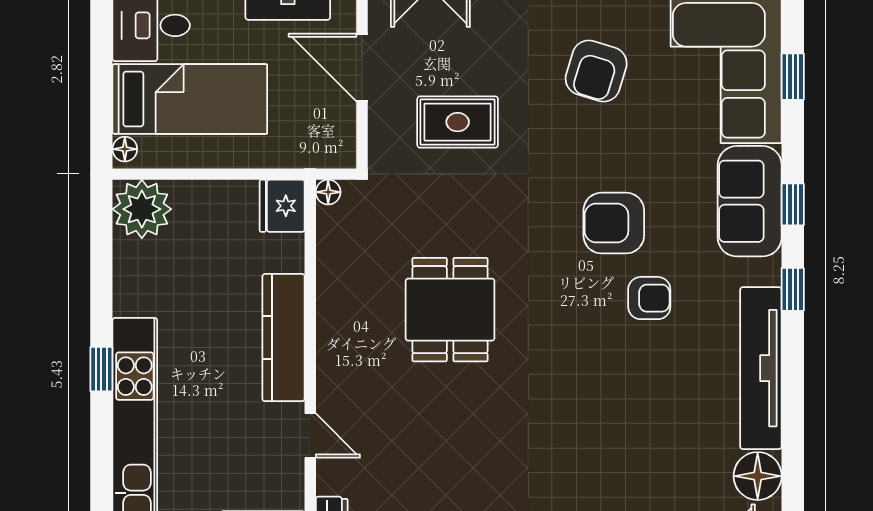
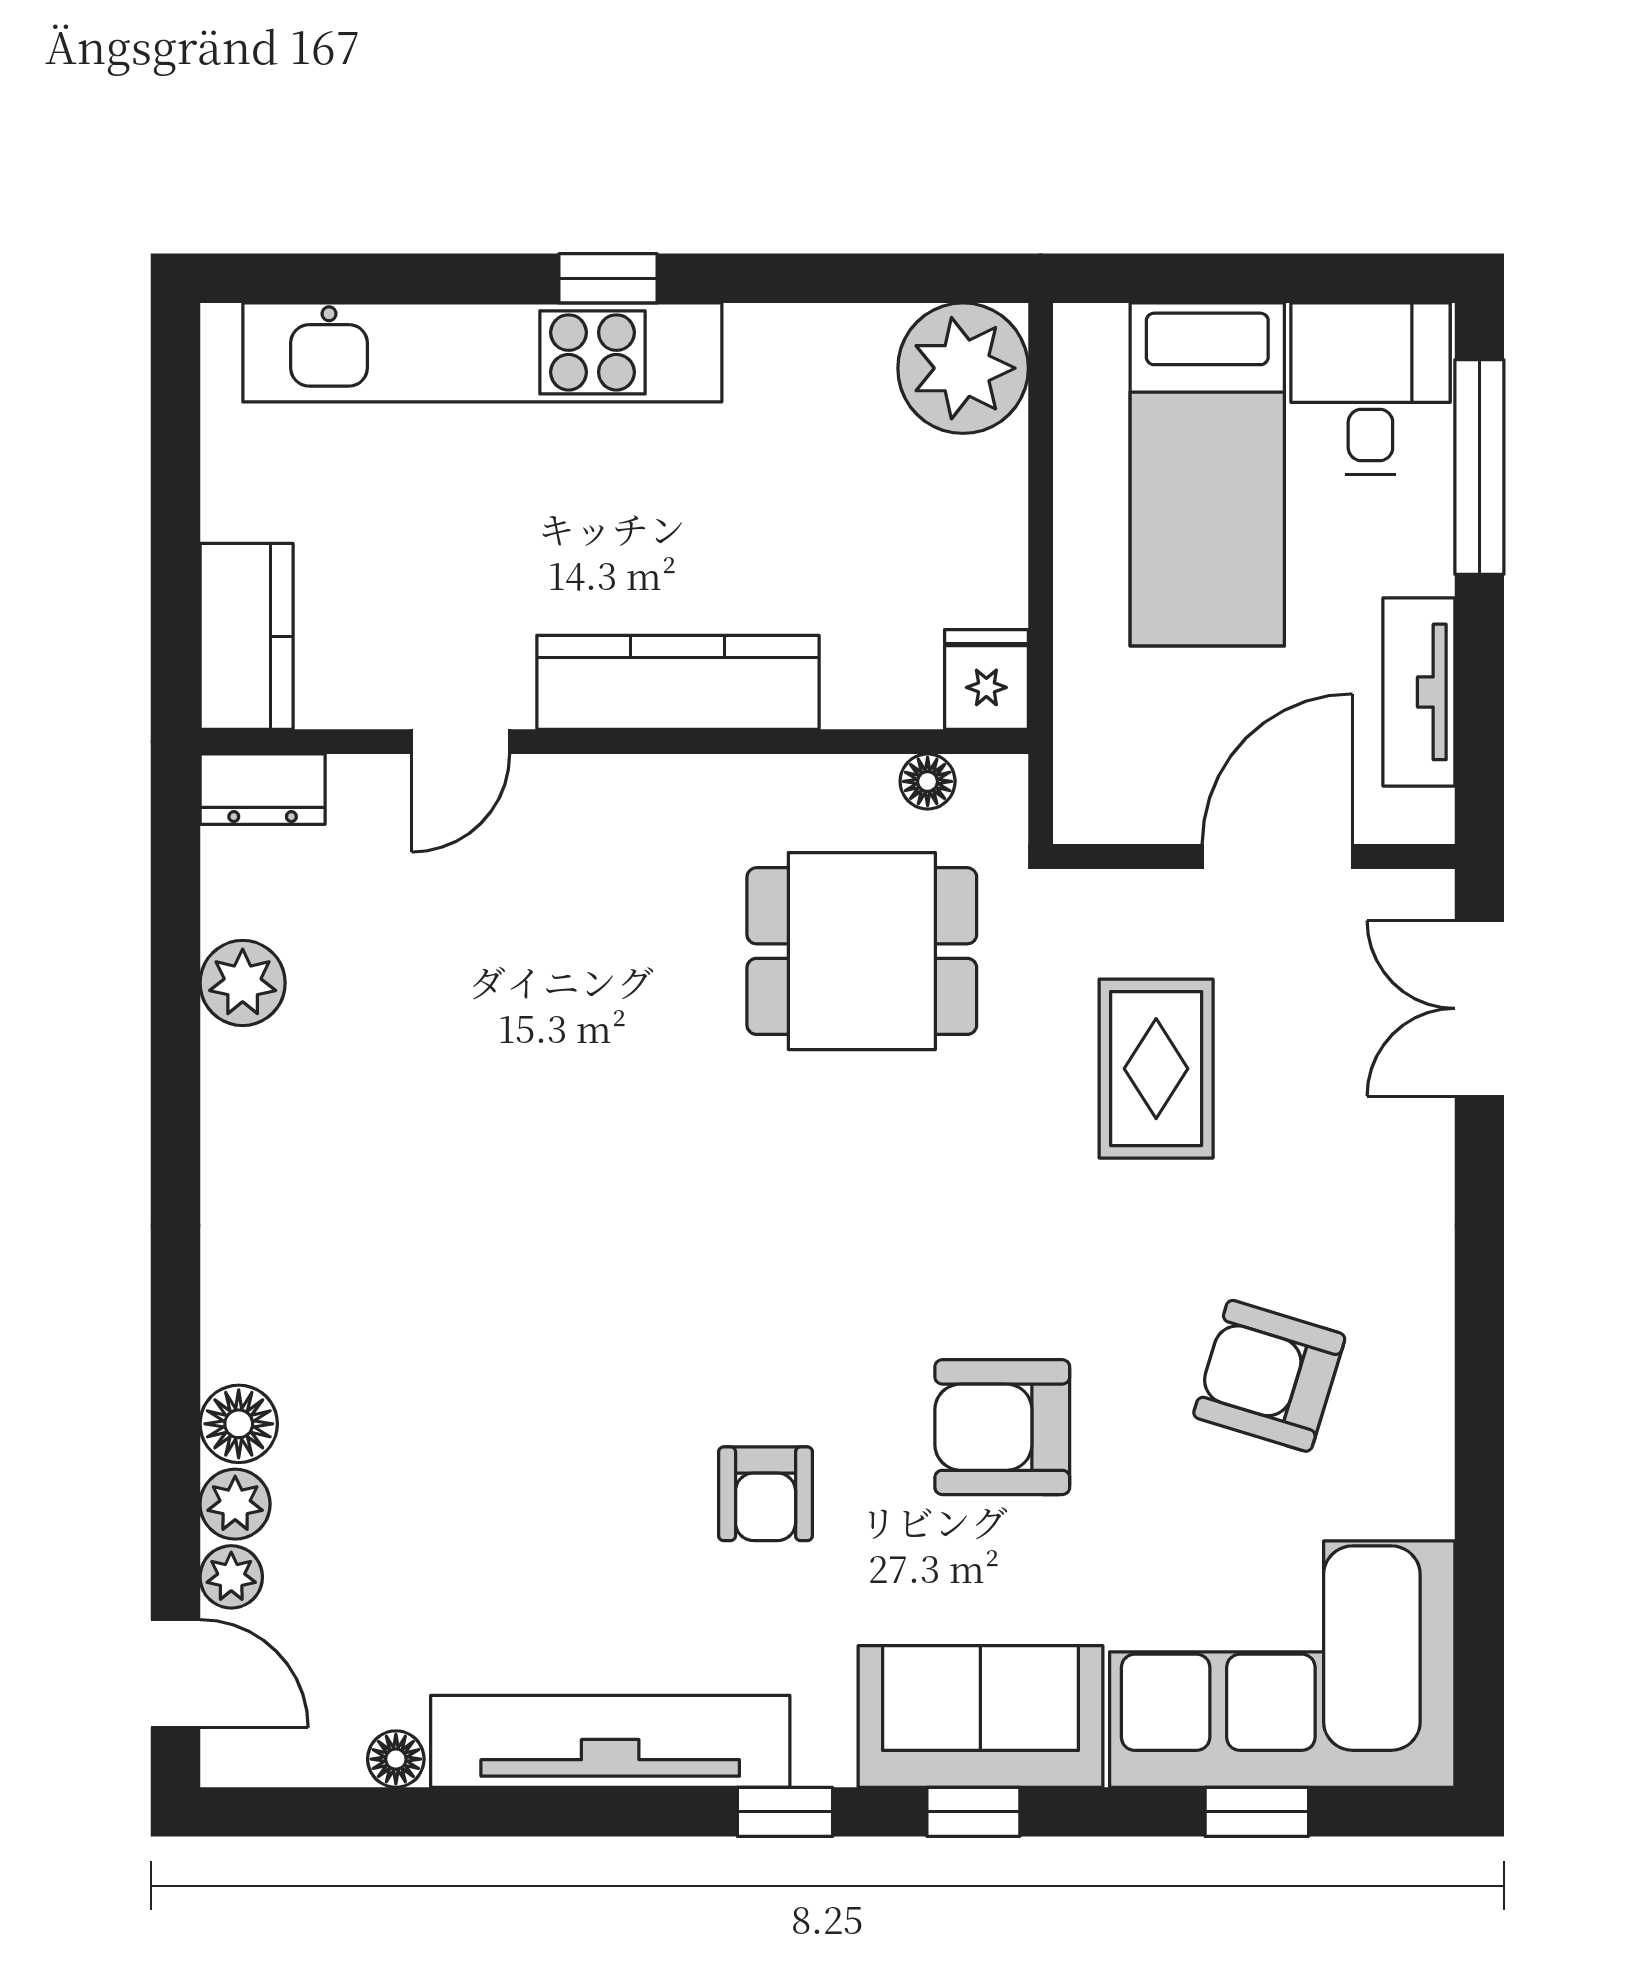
floor lamp: (125, 149) -> (1096, 330), removed
floor lamp: (328, 192) -> (928, 781), moved
fridge: (282, 206) -> (986, 679), width x0.72
armchair: (614, 223) -> (1002, 1427), moved, turned -90
dining table: (450, 310) -> (862, 951), moved
floor lamp: (758, 476) -> (396, 1759), width x0.53, depth x0.53

